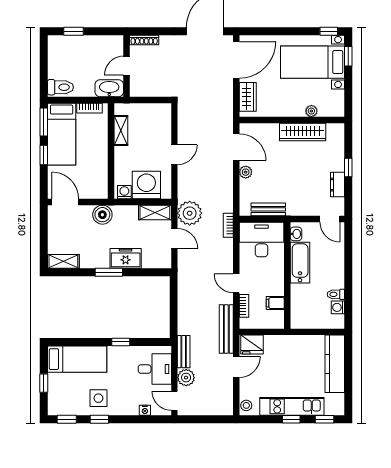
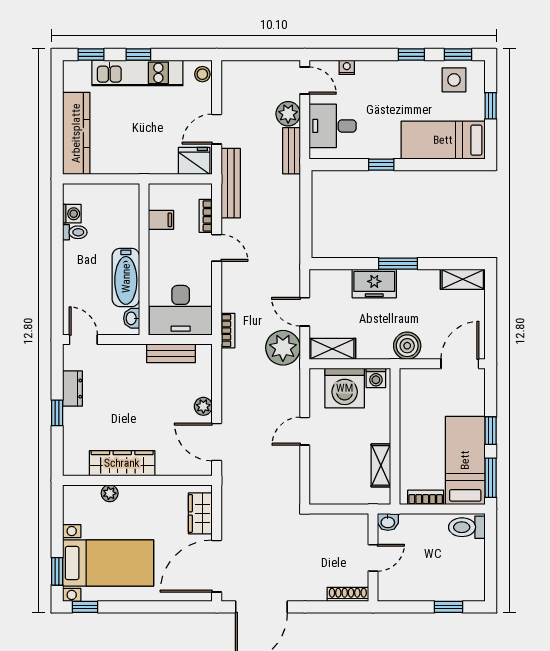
washbasin: (109, 88) -> (388, 522), width x0.52, depth x0.69
door: (65, 202) -> (460, 364), swing flipped
side table: (98, 398) -> (454, 80), moved

